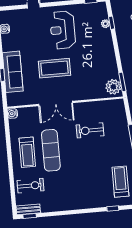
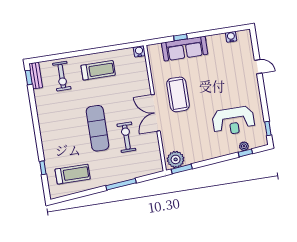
reception desk: (63, 30) -> (233, 121), moved, turned 180
coffee table: (55, 68) -> (178, 94), moved
double door: (56, 104) -> (156, 113), moved
exercise mat: (51, 150) -> (97, 128), moved, turned 90
treadmill: (27, 152) -> (98, 70), turned 180

